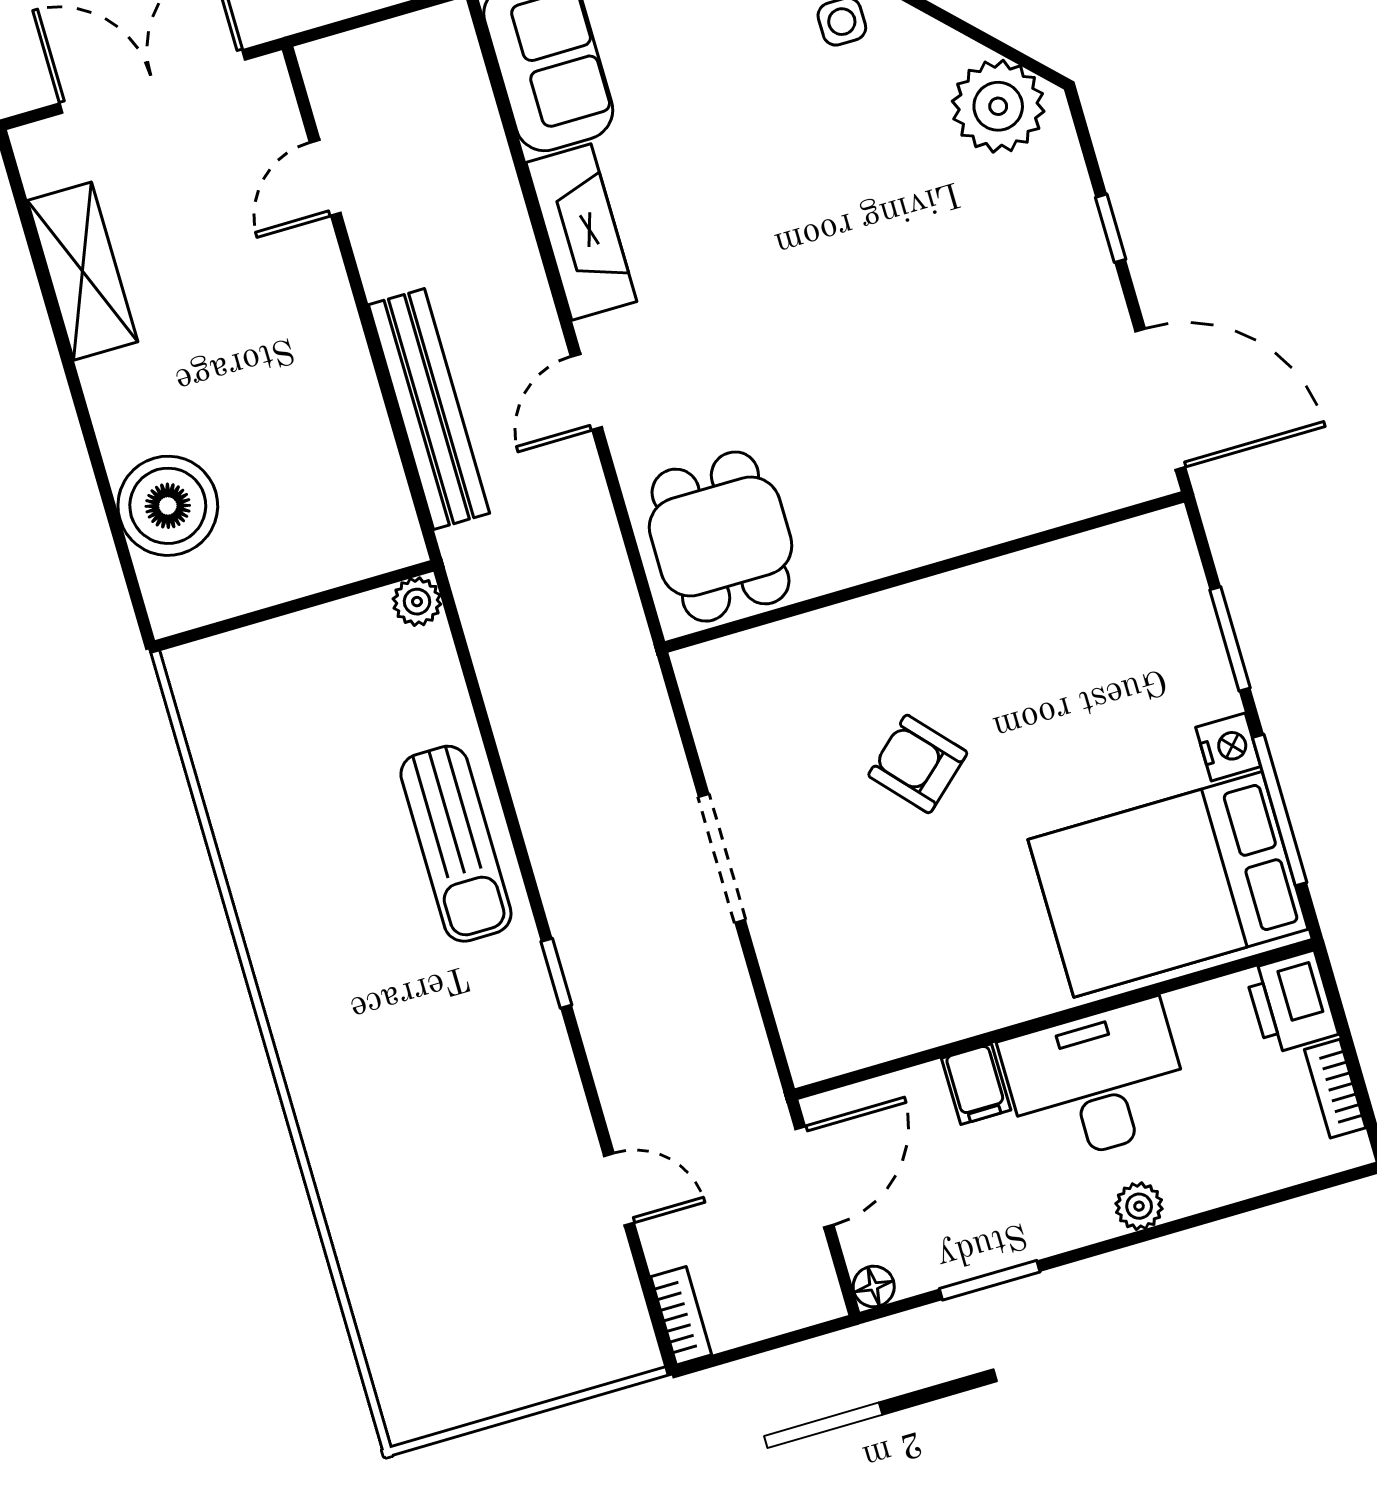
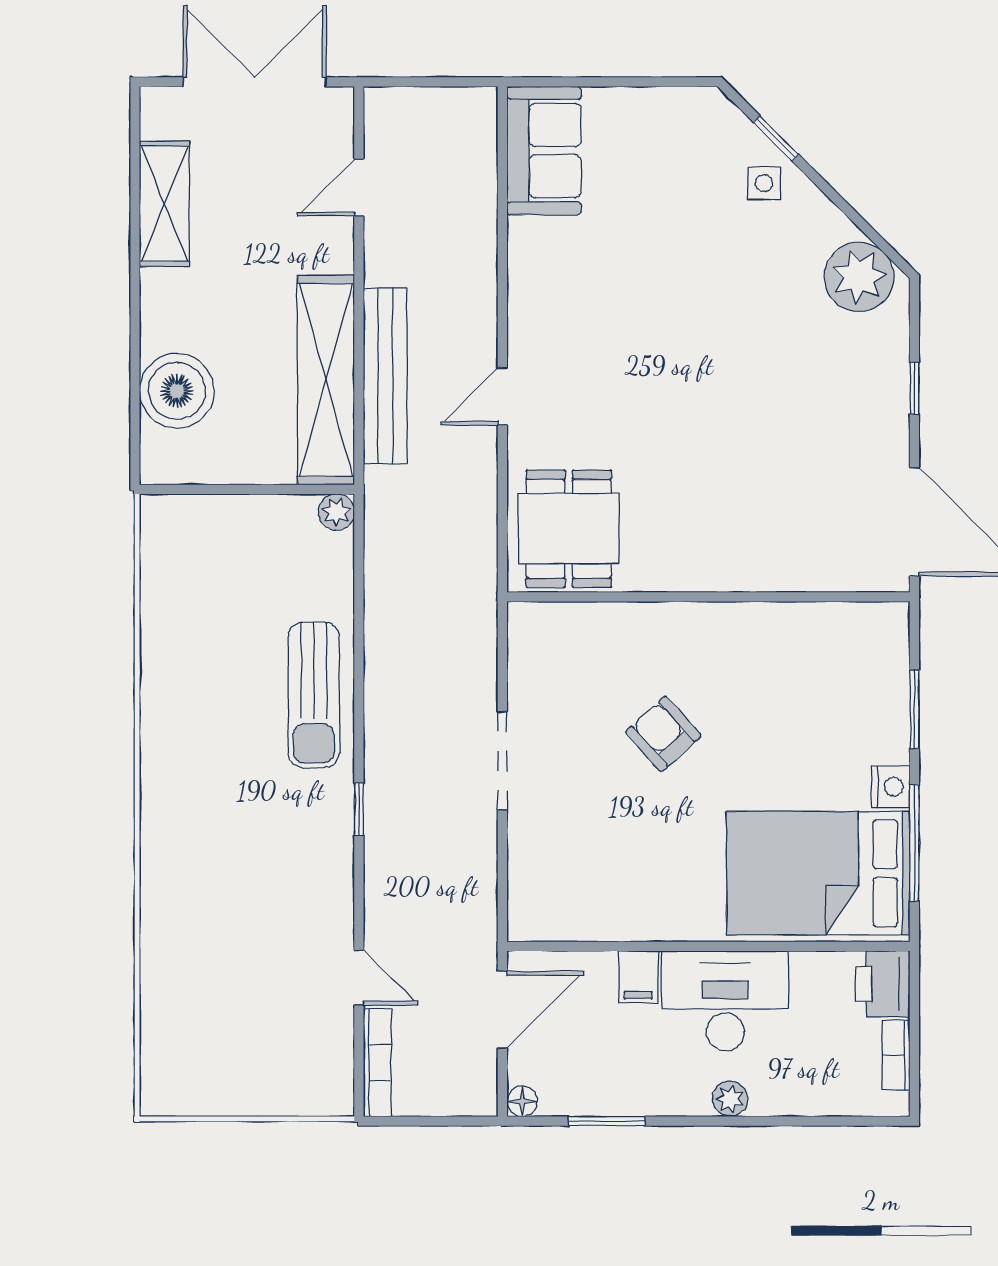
fireplace: (581, 232) -> (532, 280), removed
shelving: (355, 437) -> (326, 380), added
bookcase: (681, 1316) -> (377, 1063), width x1.56

